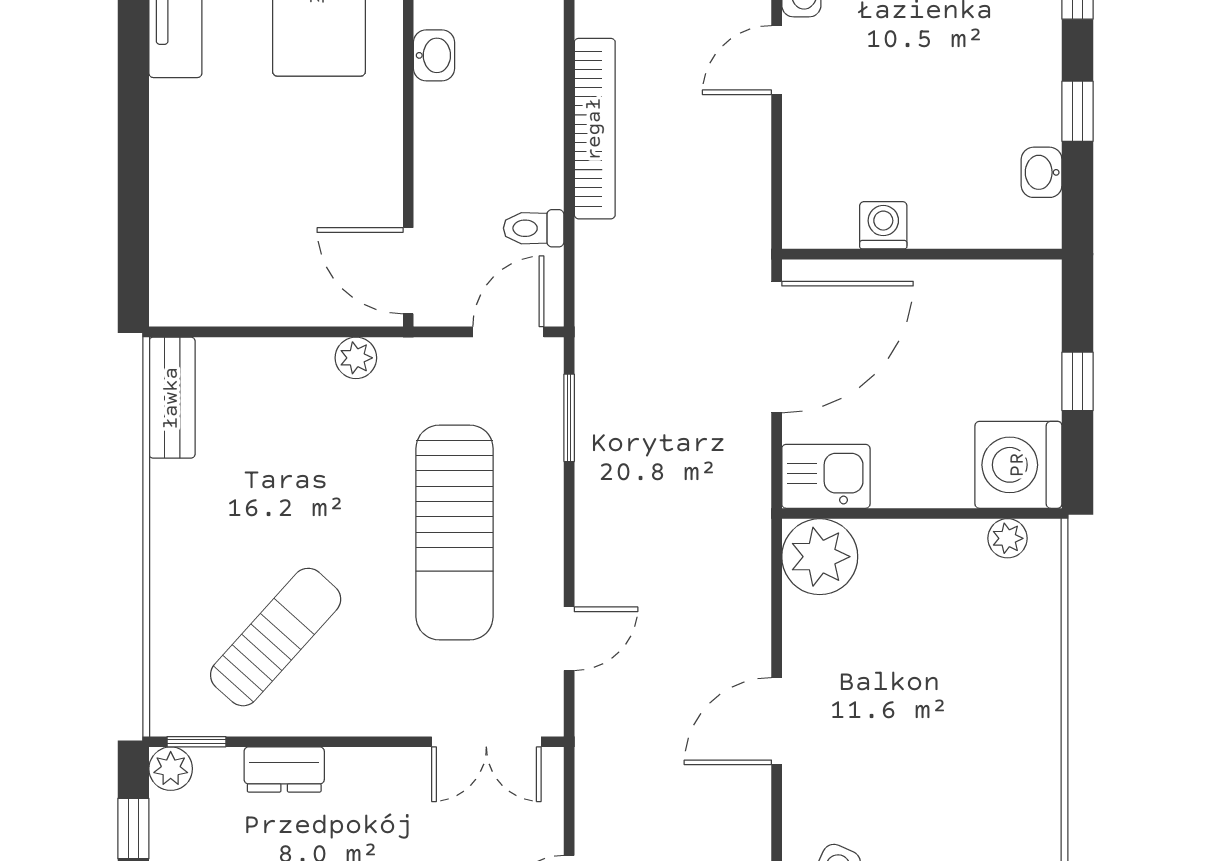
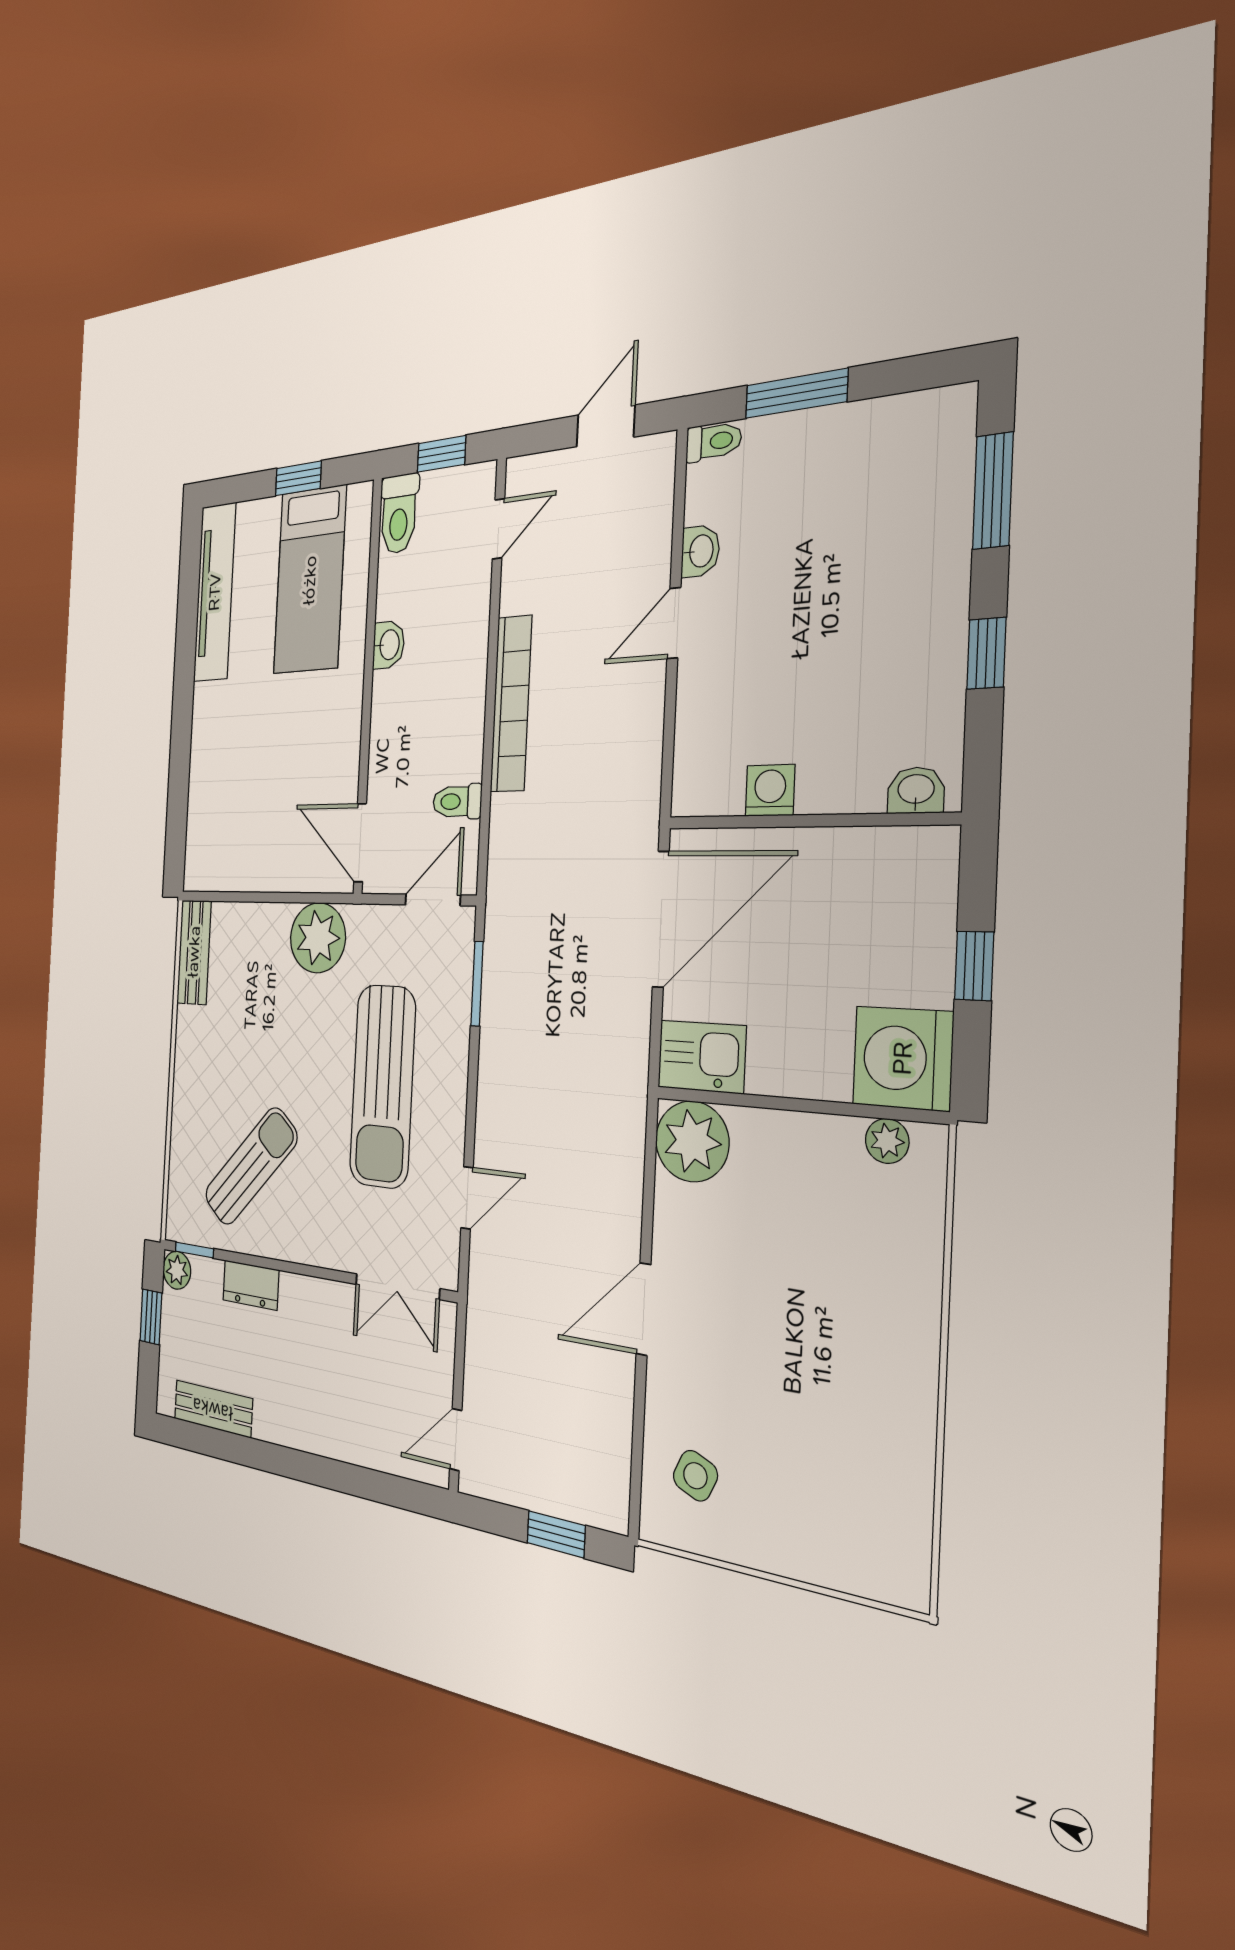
washbasin: (1042, 172) -> (916, 790), moved, turned 90
plant: (356, 358) -> (318, 938), width x1.88, depth x1.88

